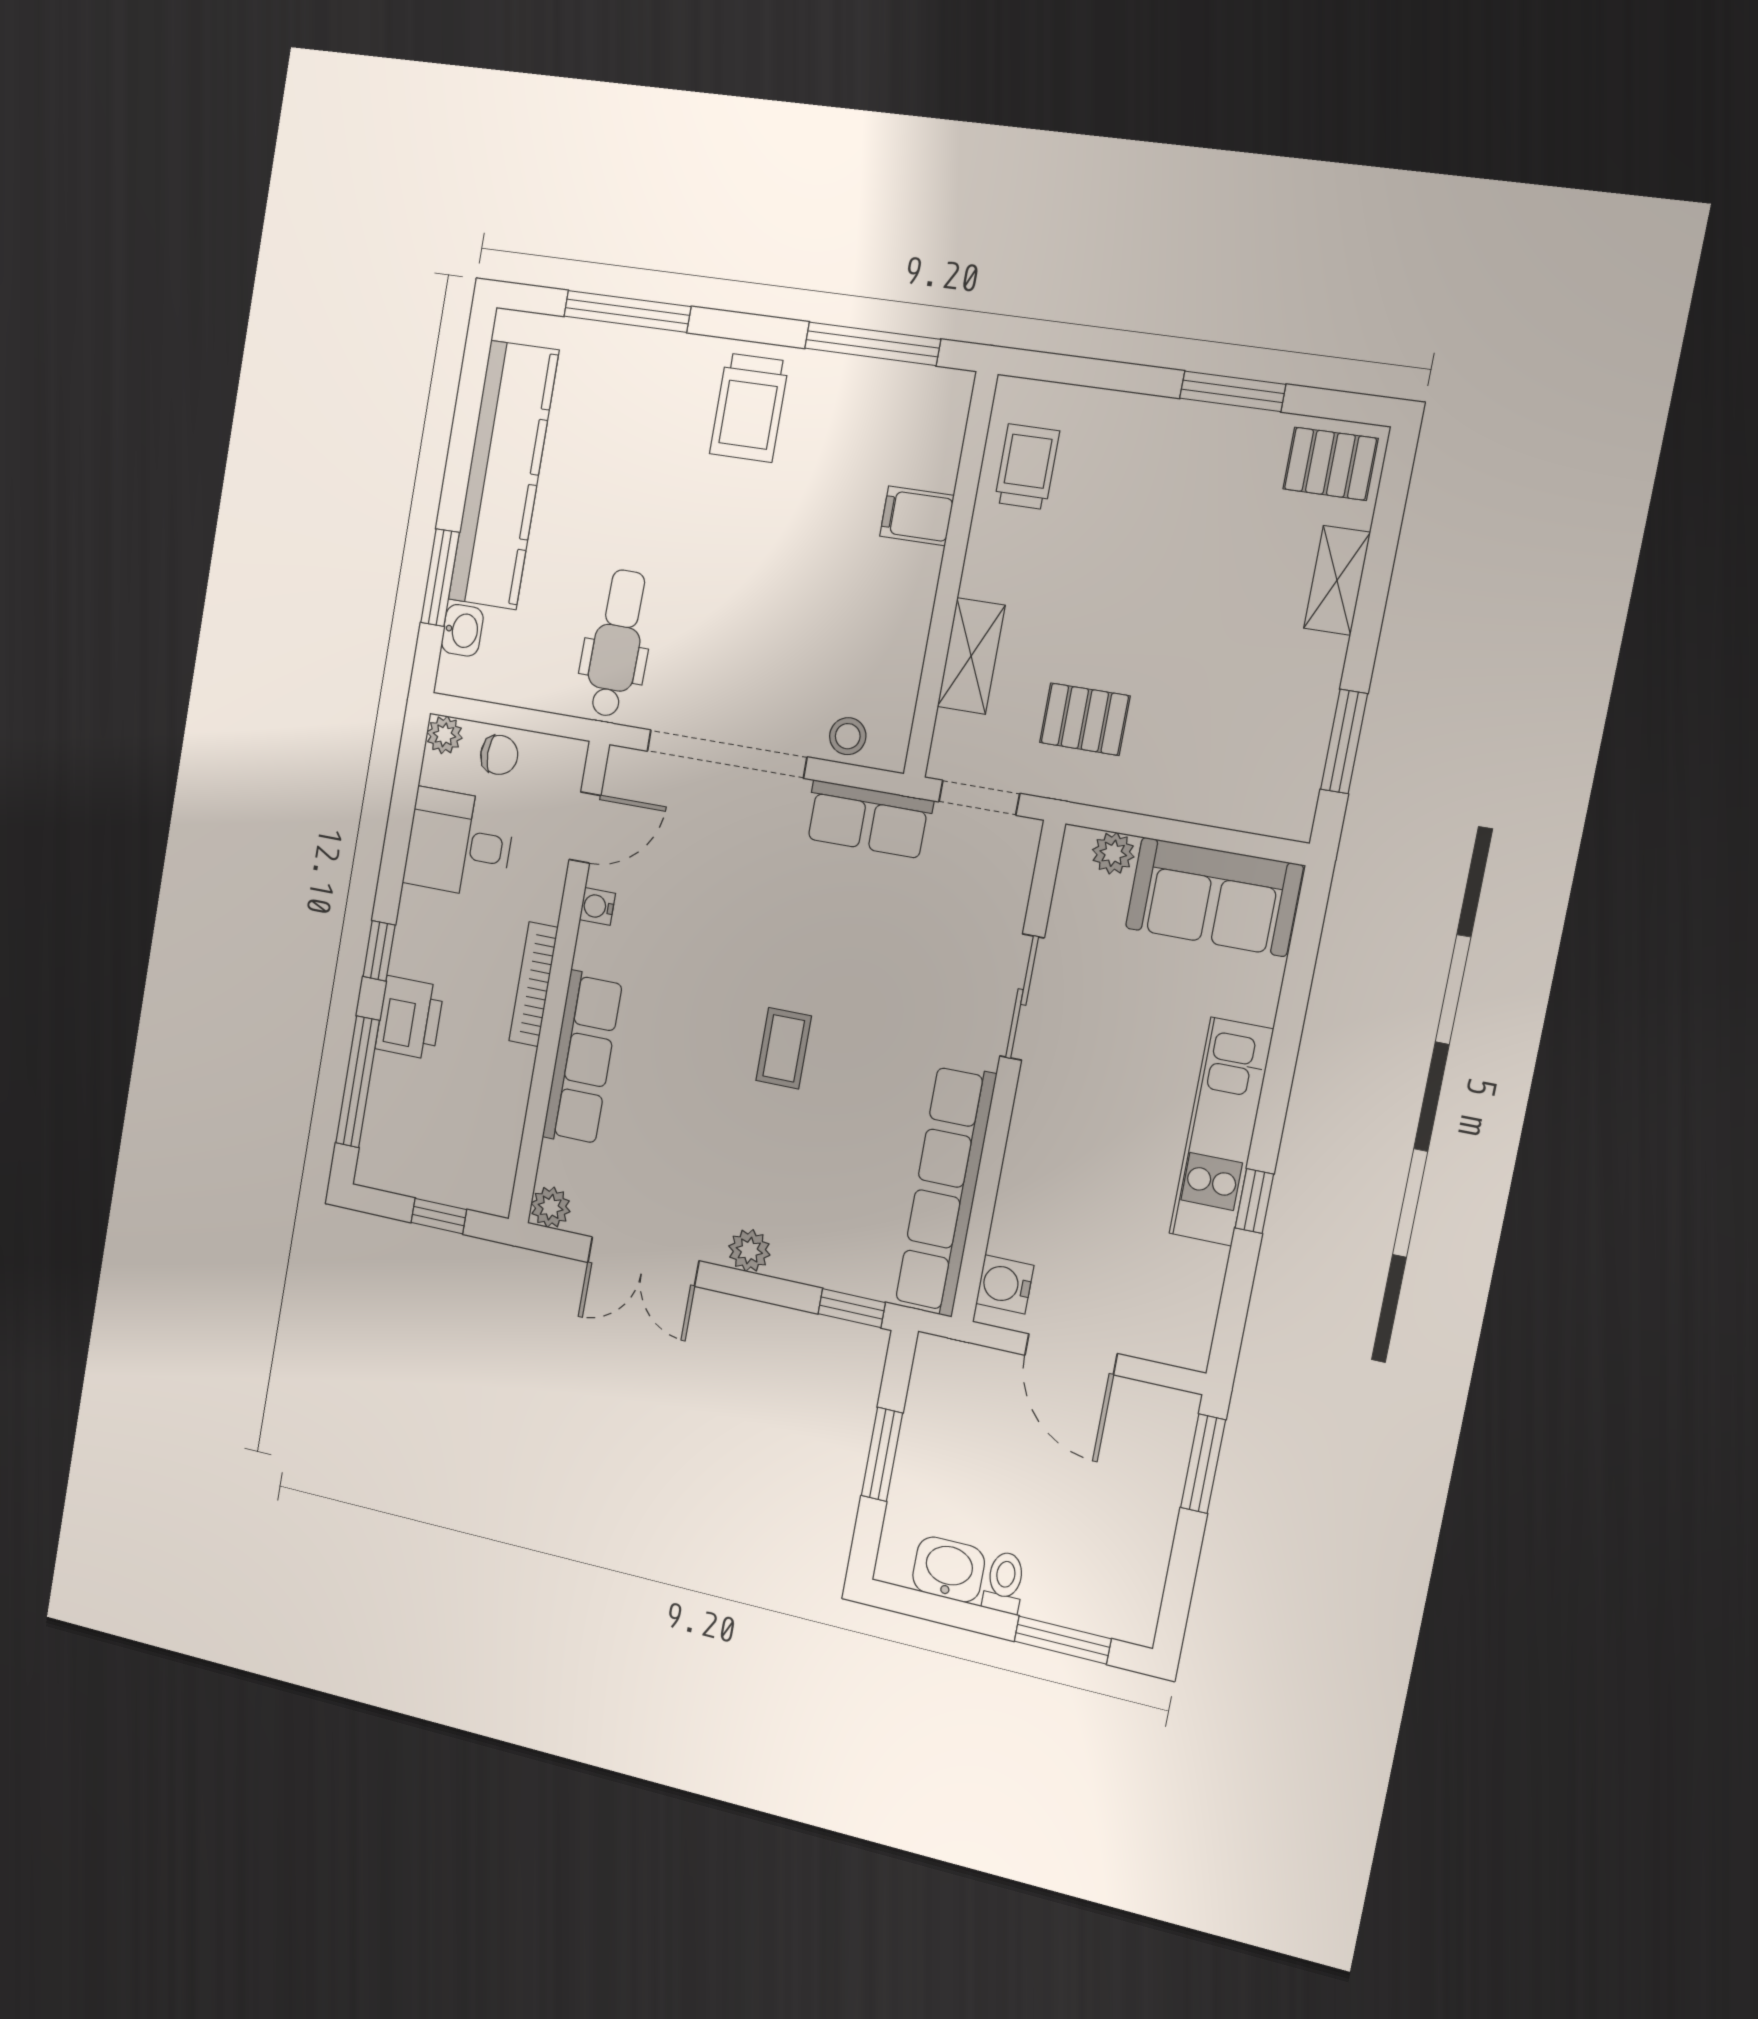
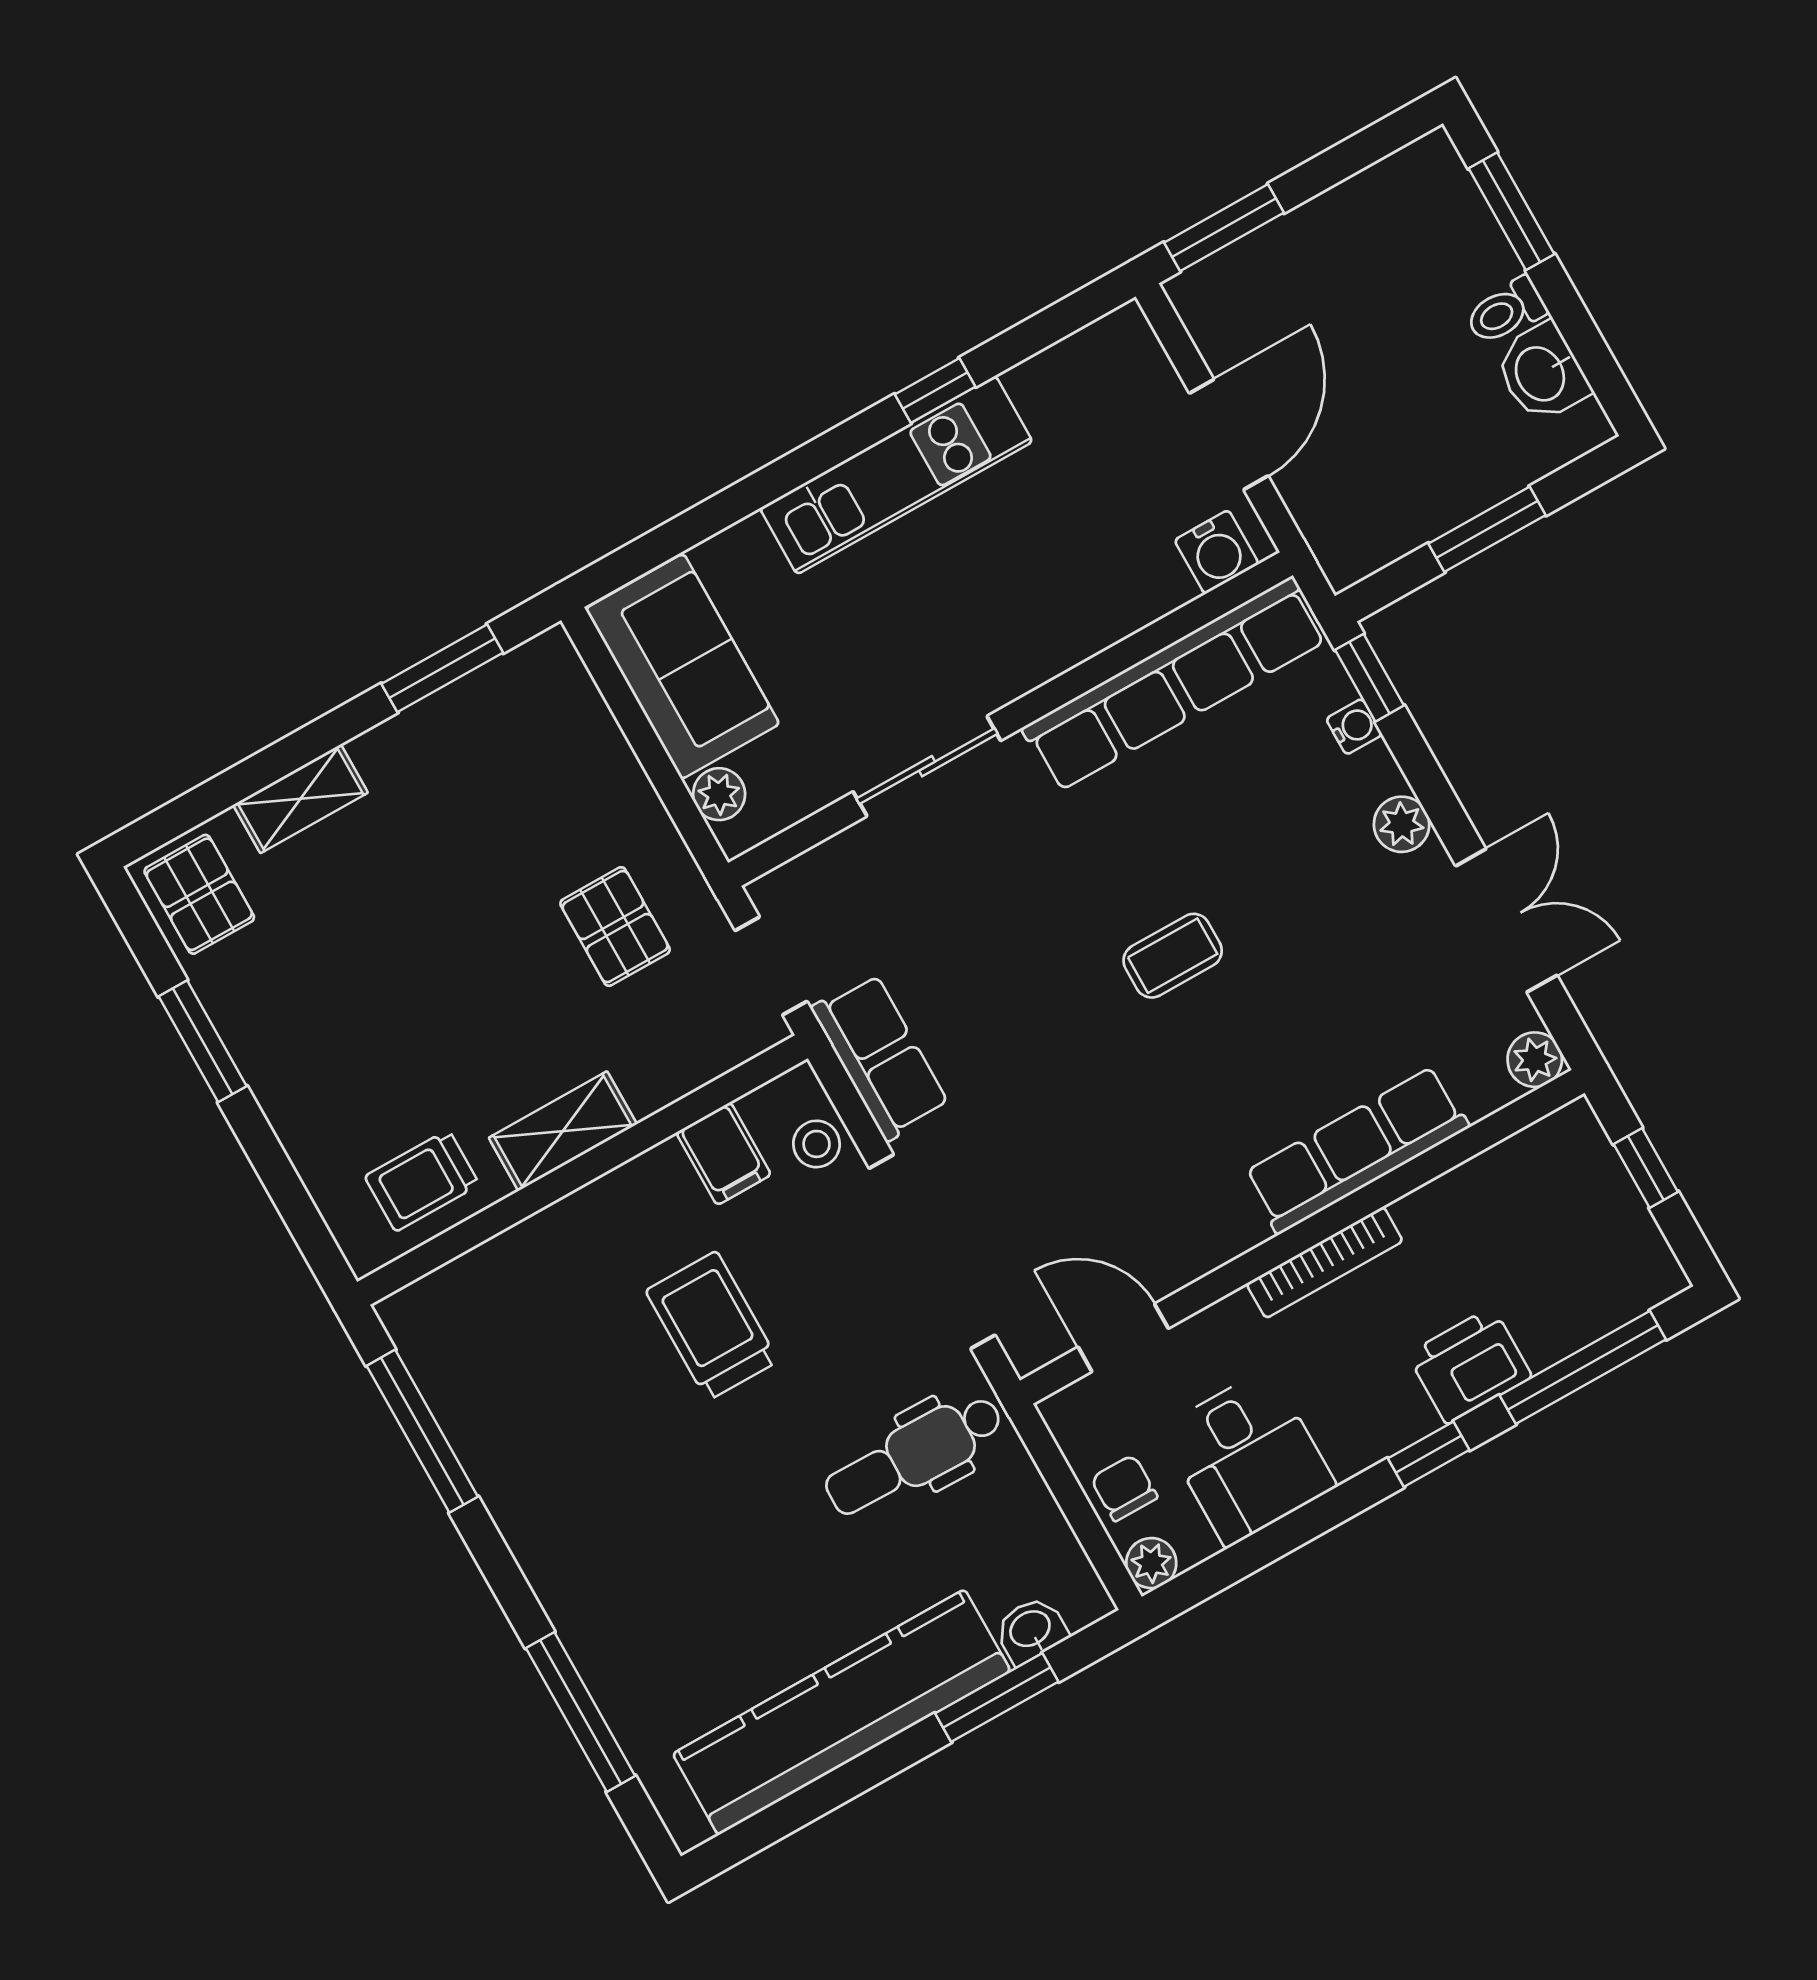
trolley: (749, 408) -> (712, 1326), moved, turned -90
filing cabinet: (917, 516) -> (724, 1154), moved
shelving: (971, 656) -> (563, 1131), moved
water cooler: (597, 906) -> (1354, 727), moved, turned -90

